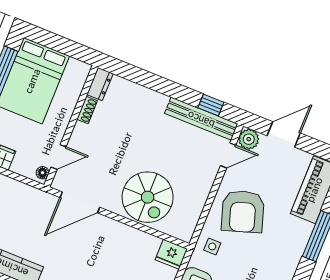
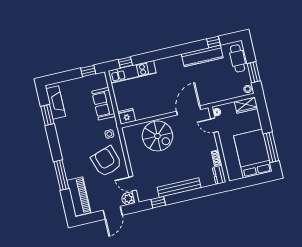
bench: (201, 119) -> (179, 188), moved
door: (228, 155) -> (133, 184), hinge flipped
door: (59, 157) -> (214, 125), hinge flipped
spiral stairs: (148, 197) -> (157, 136), turned 180

